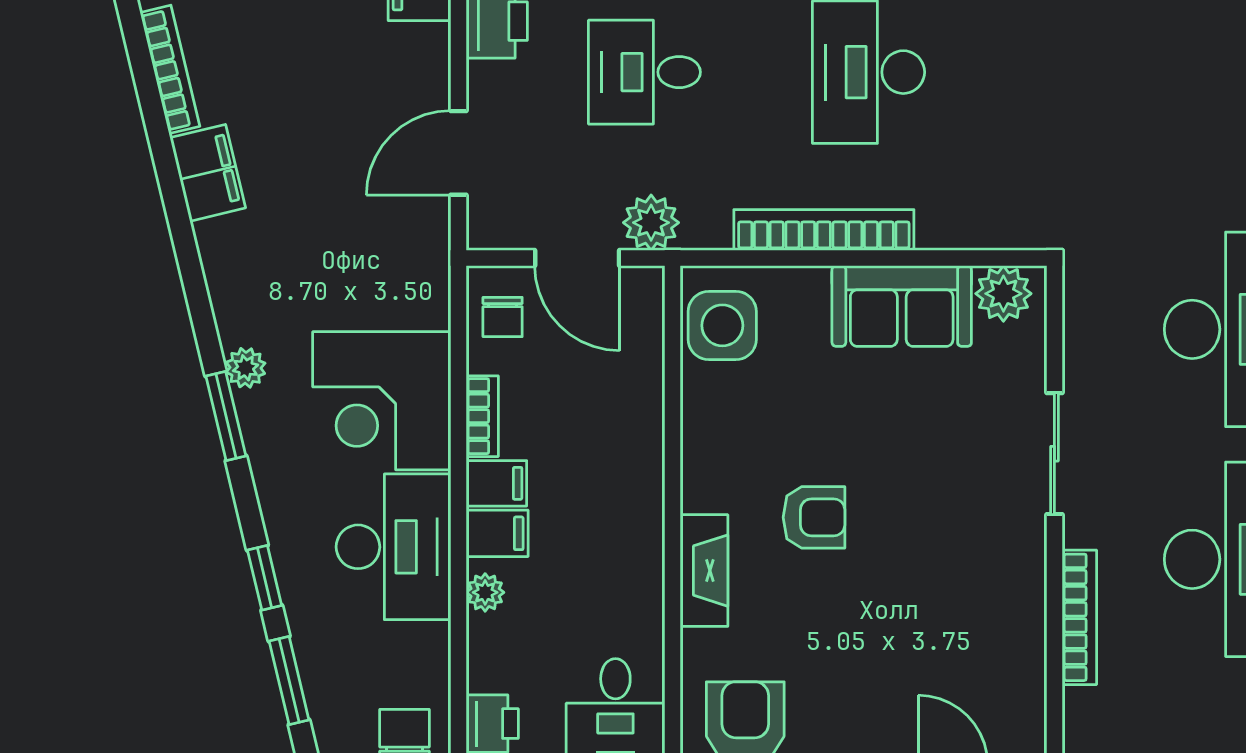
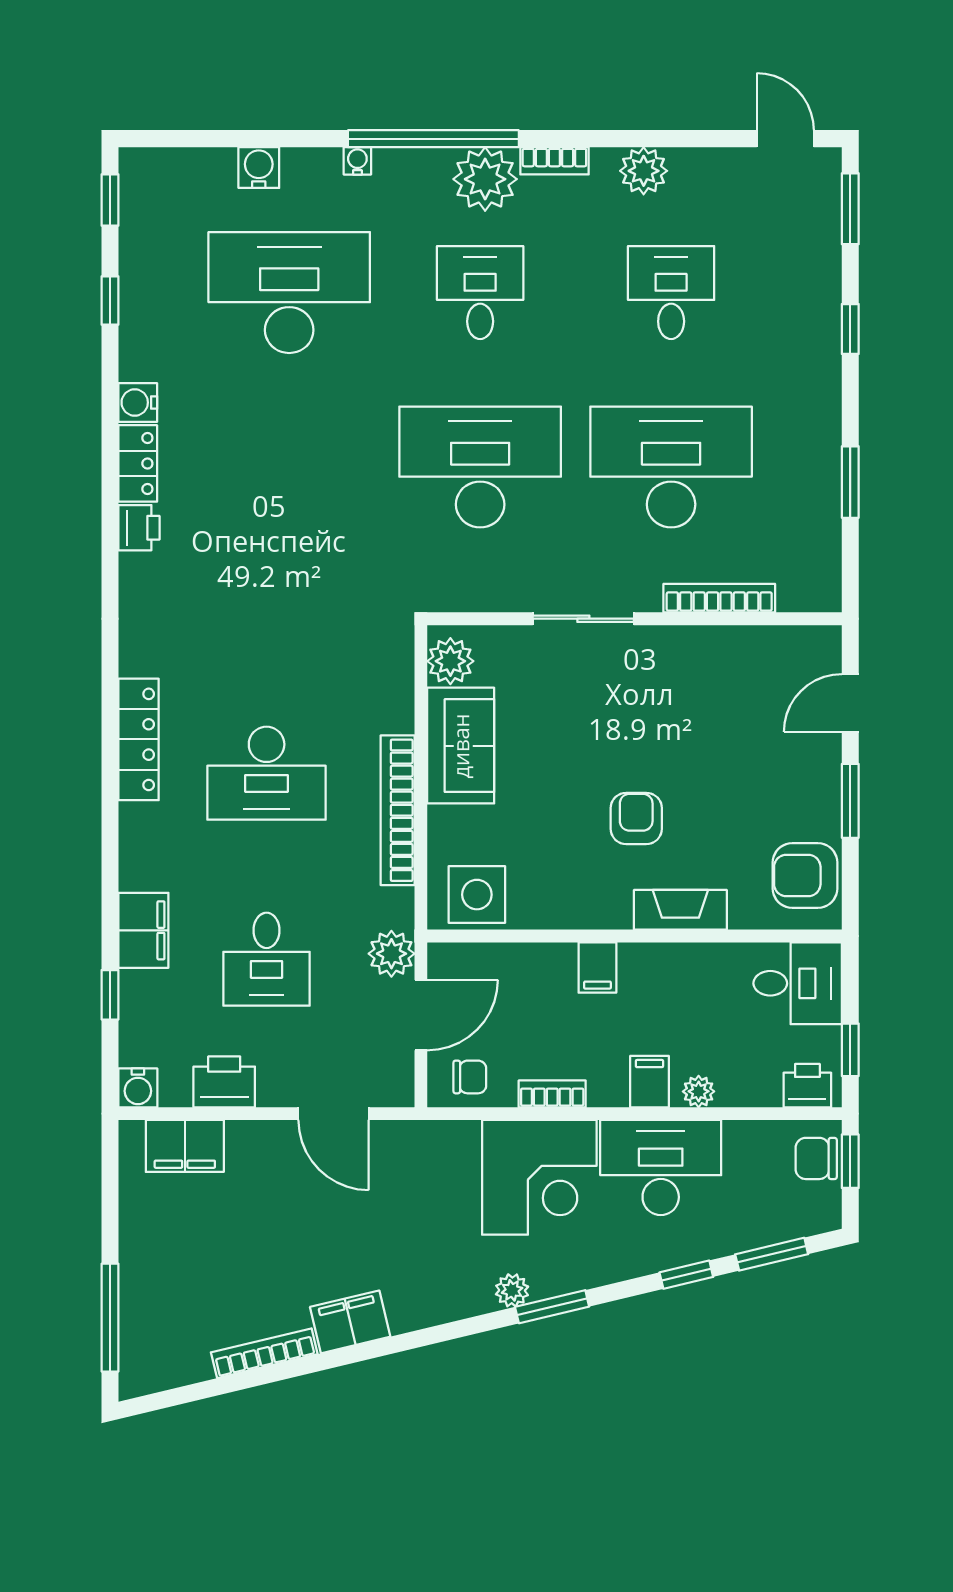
filing cabinet: (496, 483) -> (597, 967), moved, turned 180

